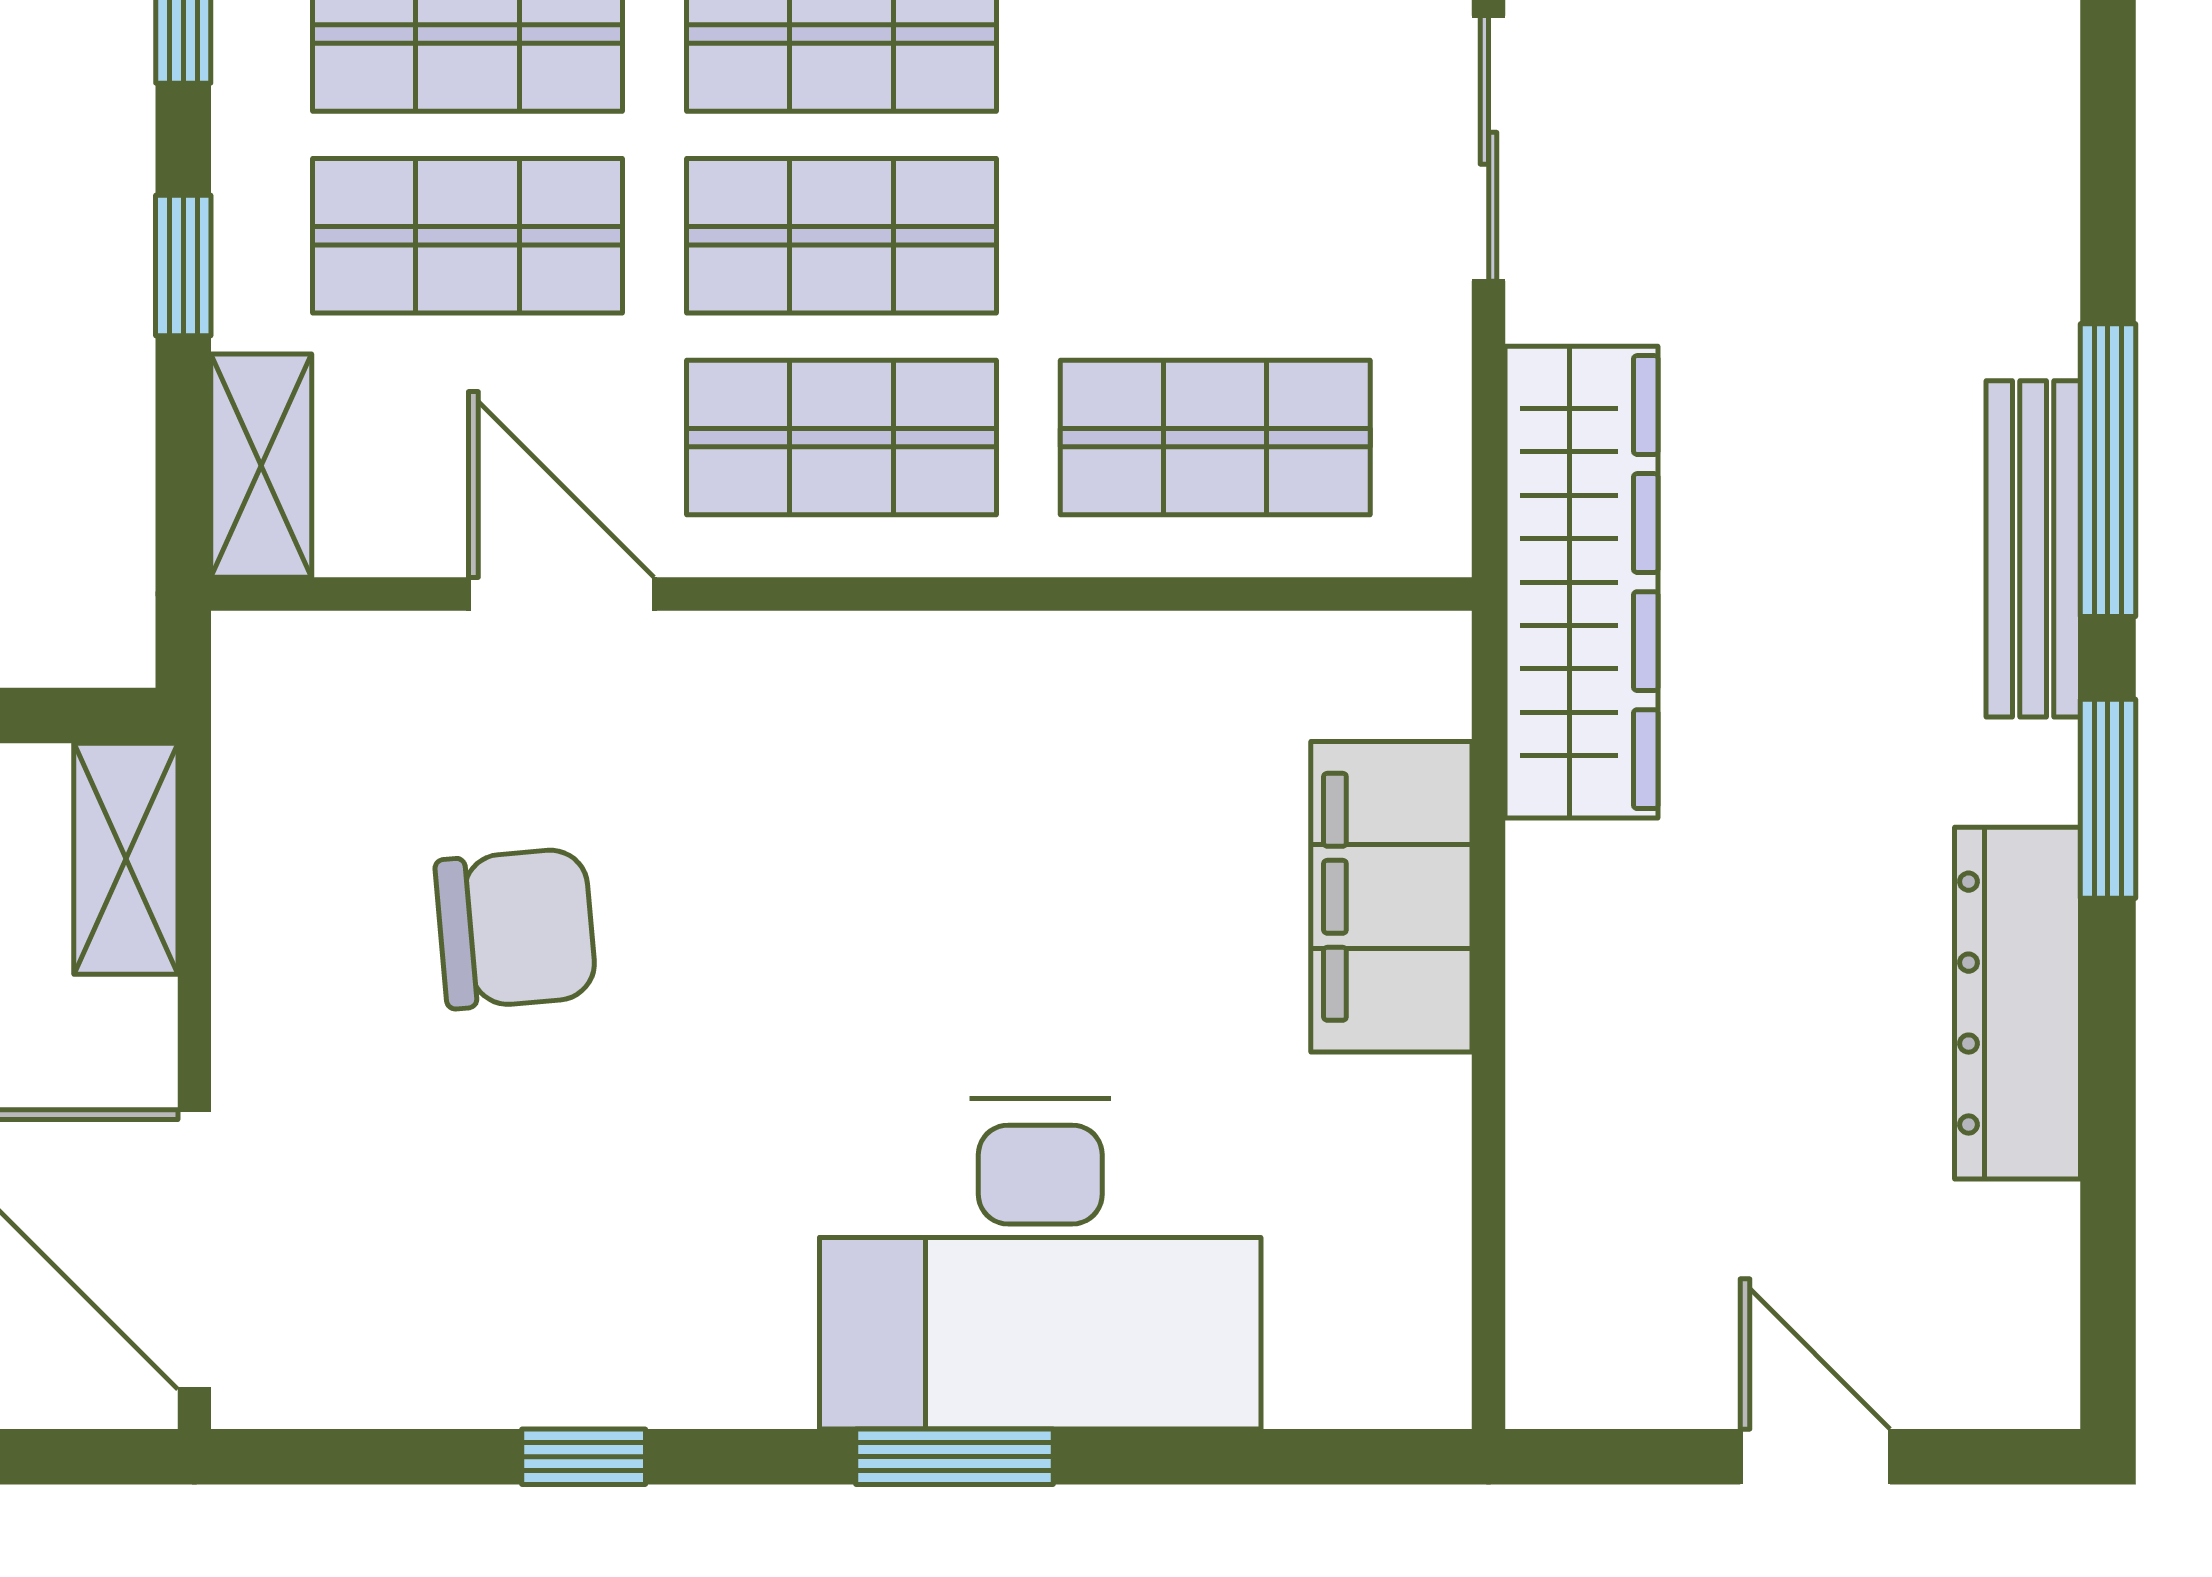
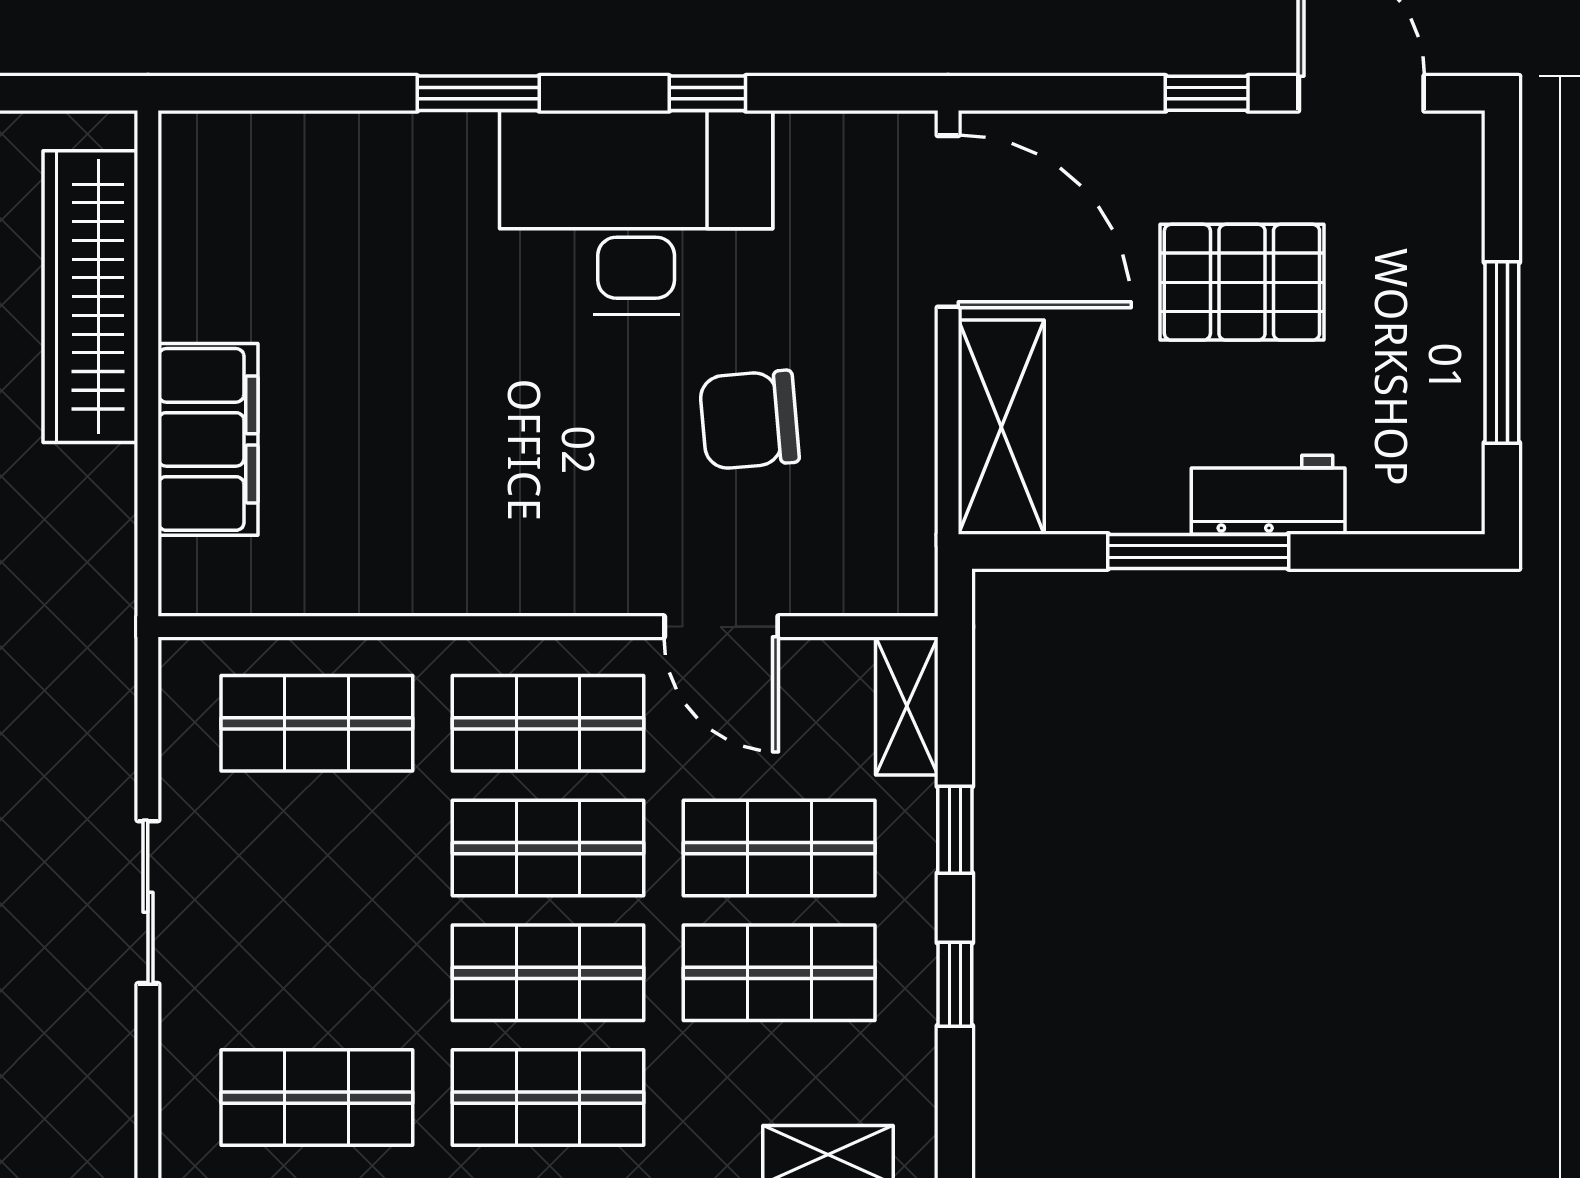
wardrobe: (1582, 582) -> (90, 297), moved
shelving: (126, 859) -> (1001, 427), width x1.50, depth x1.33
desk: (1040, 1264) -> (636, 213), moved

